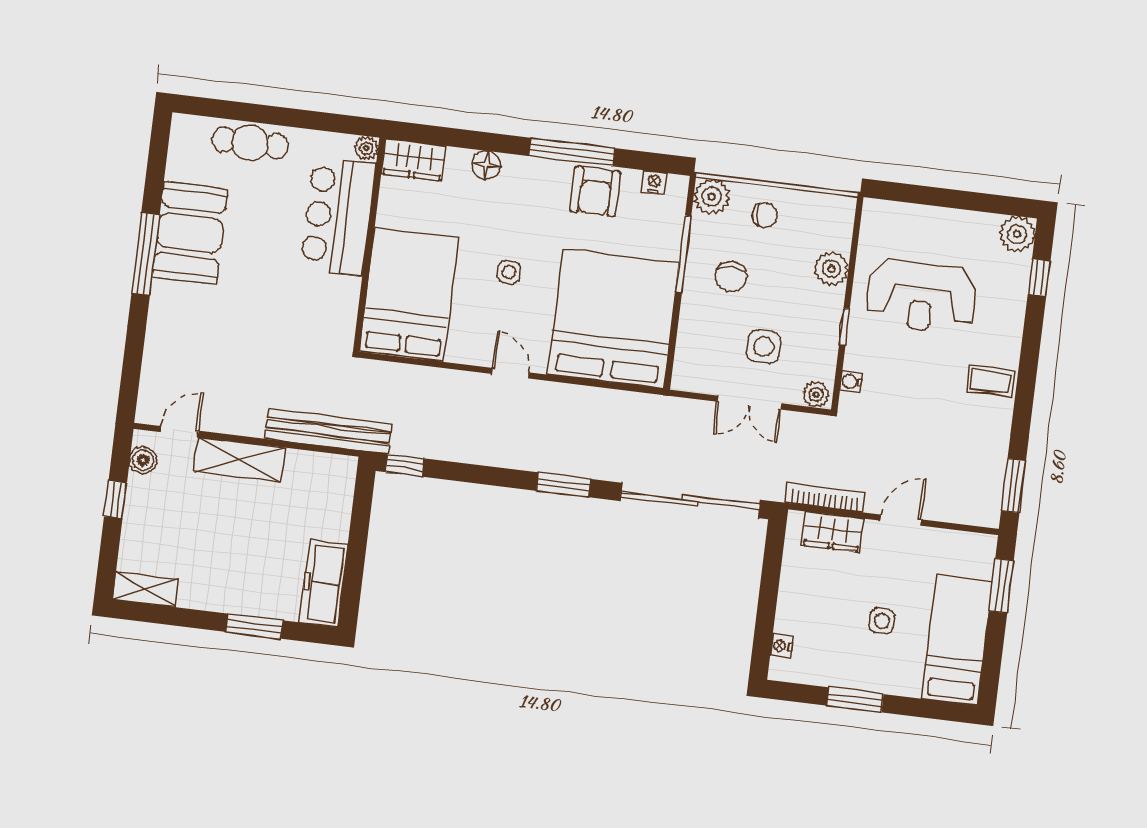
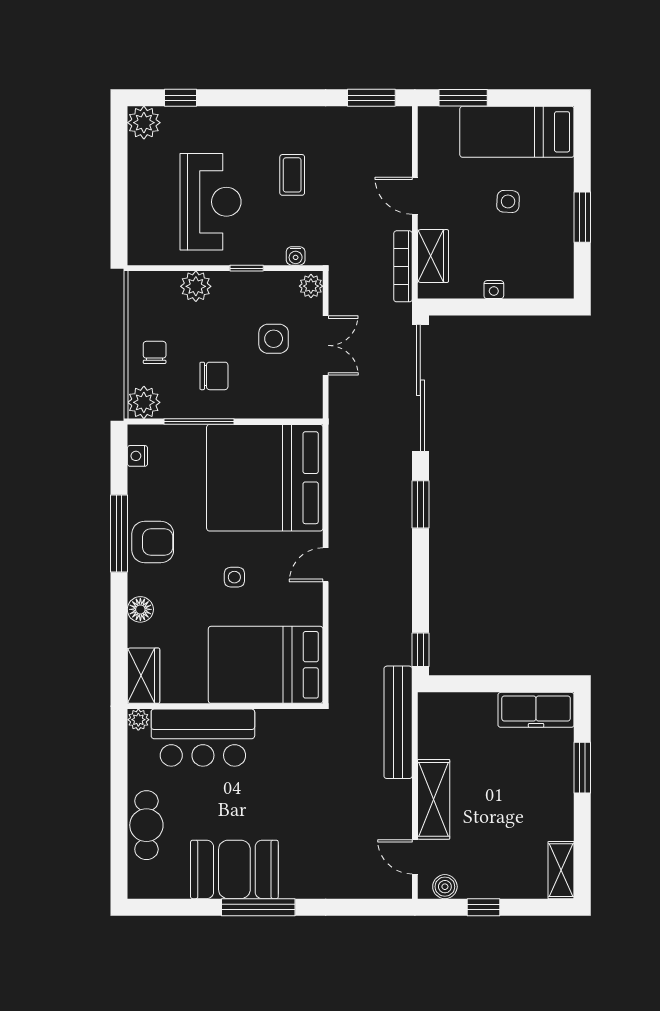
armchair: (595, 191) -> (153, 542), moved
coffee table: (991, 381) -> (292, 175), moved
nightstand: (781, 646) -> (494, 290), moved

